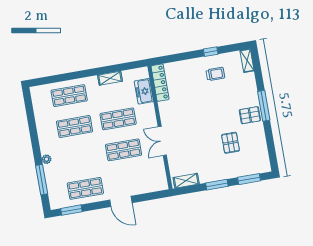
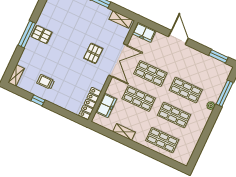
double door: (162, 141) -> (118, 60), width x1.37
pallet: (231, 143) -> (93, 53), moved
freezer: (156, 184) -> (144, 32), added
shop shelf: (85, 188) -> (186, 90), moved

